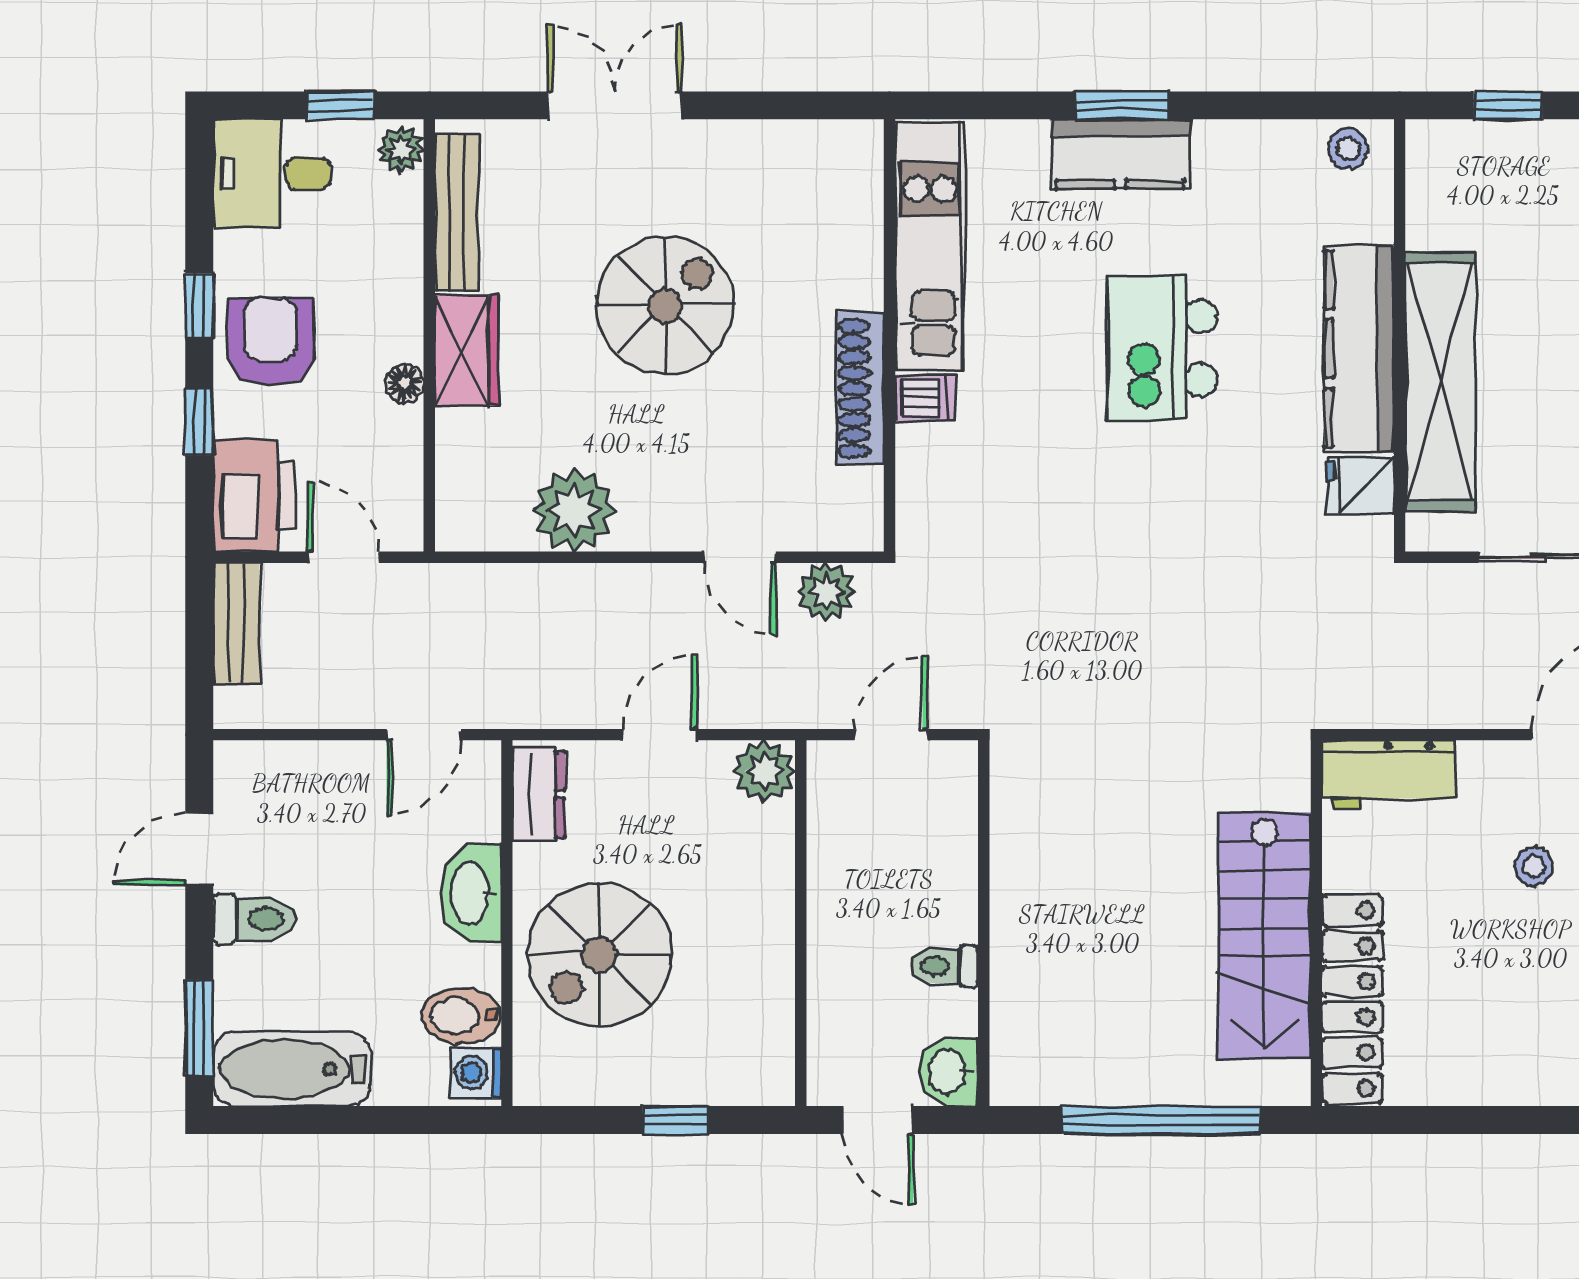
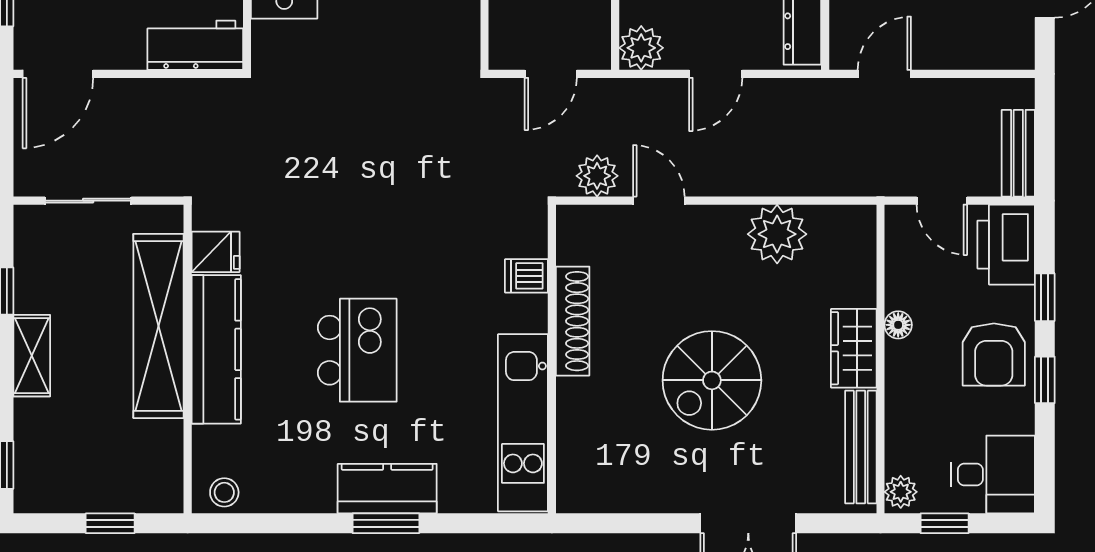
dishwasher: (925, 398) -> (526, 276), moved

